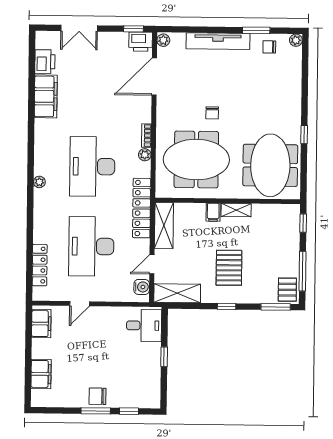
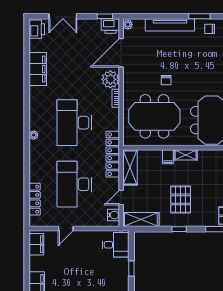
printer: (45, 62) -> (37, 29), moved
plant: (145, 155) -> (110, 79), moved, width x1.88, depth x1.88

